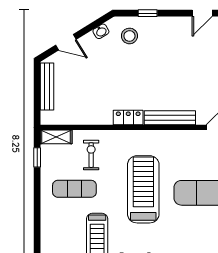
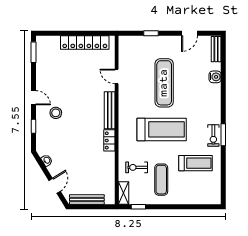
door: (202, 13) -> (33, 98), moved
stool: (129, 36) -> (56, 113), moved
treadmill: (143, 189) -> (162, 129), turned 180

